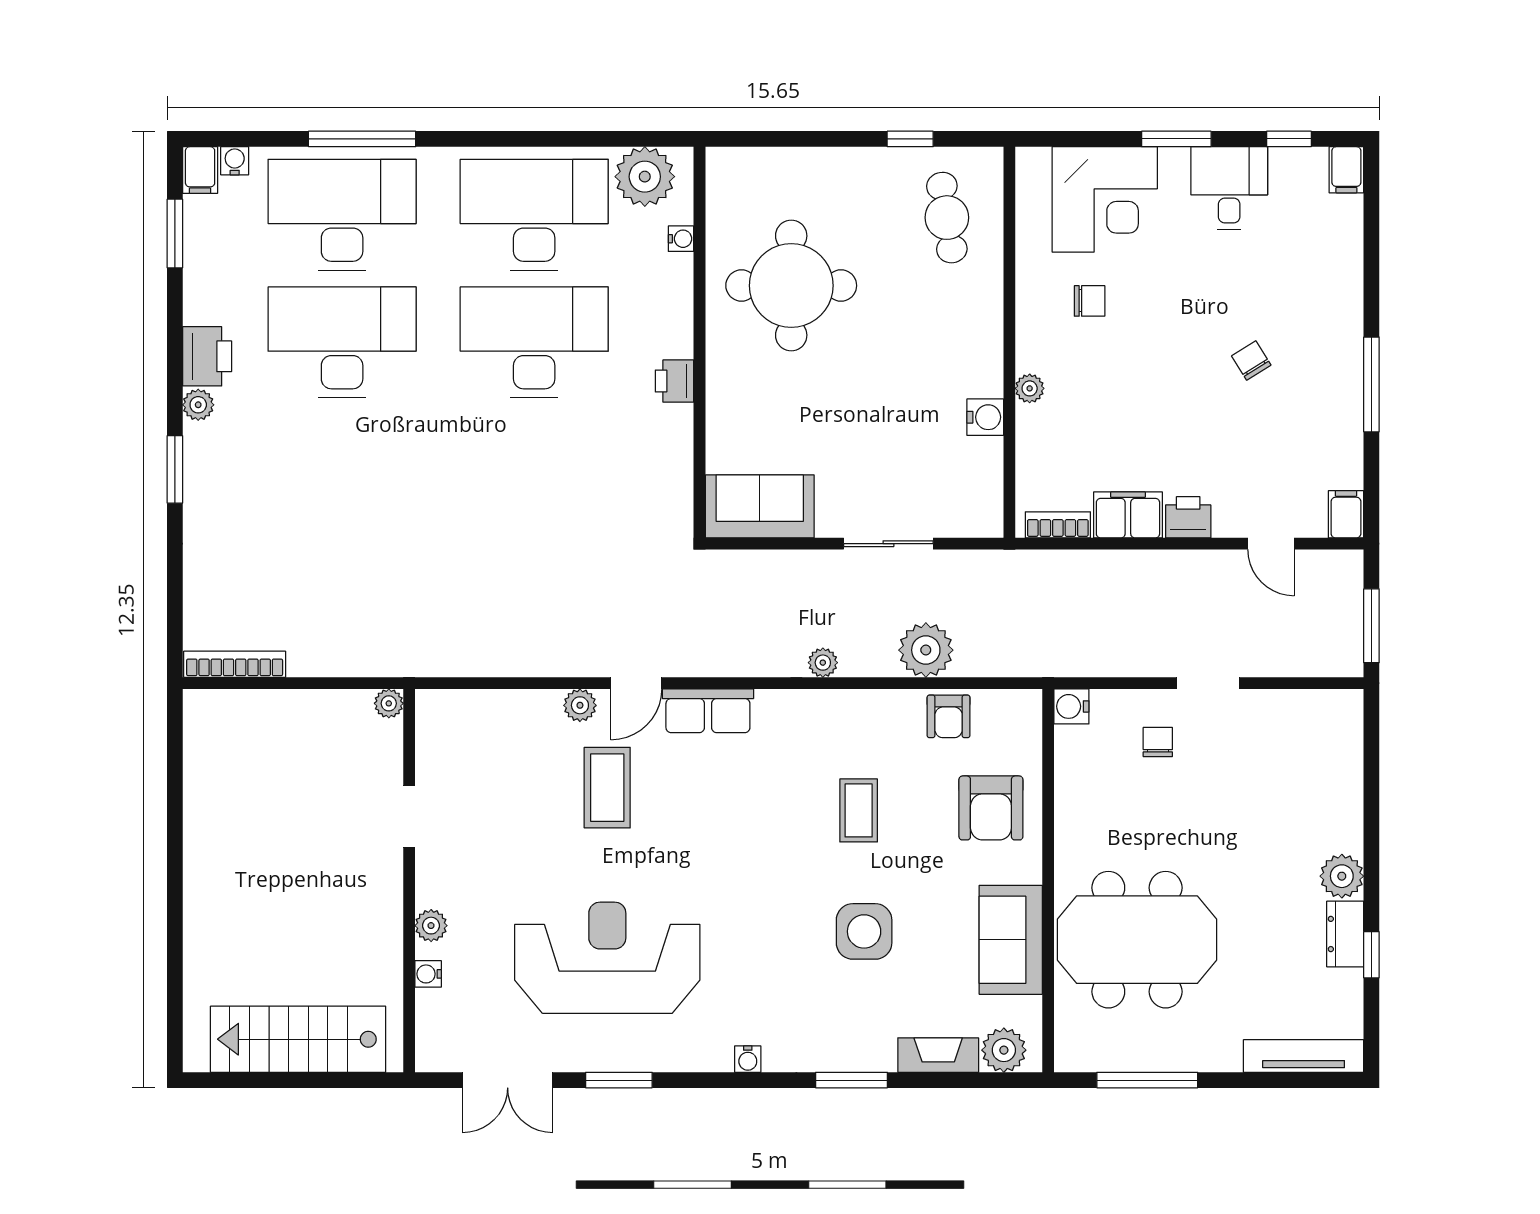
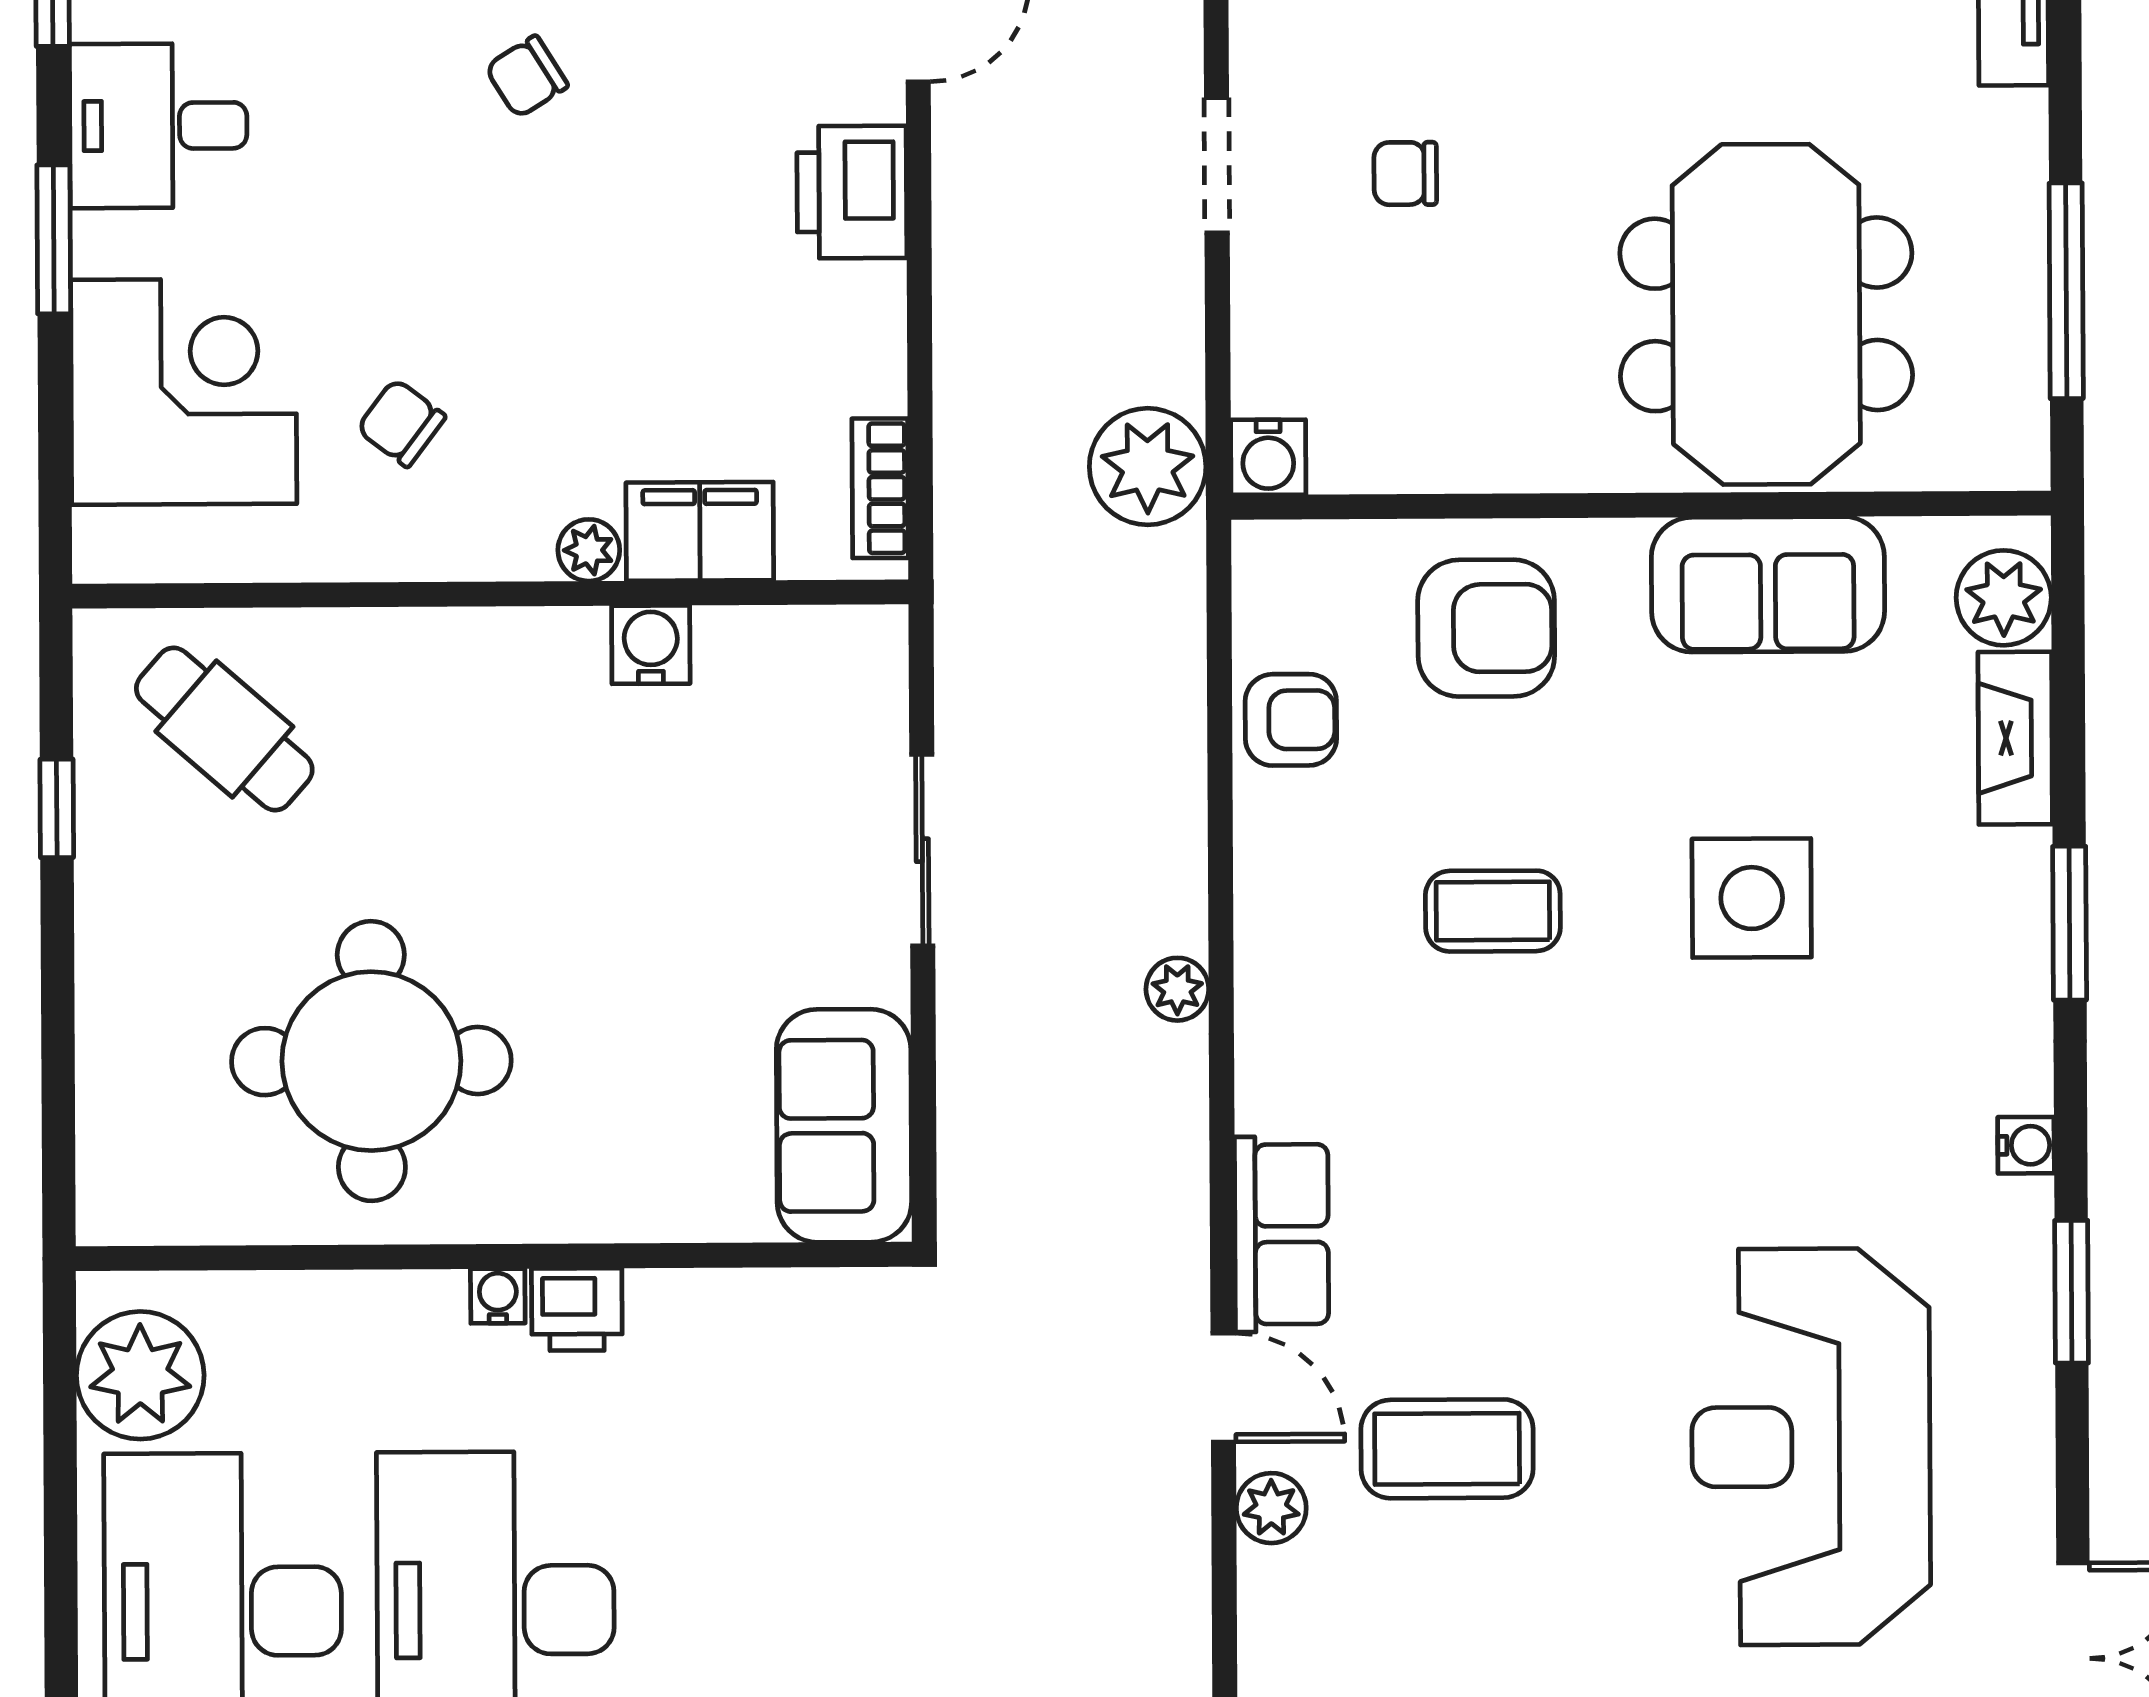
cafe table: (947, 218) -> (224, 729), turned 50
water cooler: (681, 239) -> (498, 1296), moved
chair: (1090, 301) -> (401, 423), turned -53
filing cabinet: (1128, 515) -> (700, 531), moved, turned 90
printer: (1188, 517) -> (852, 192), width x1.36, depth x1.24
plant: (926, 650) -> (1148, 467), moved
chair: (1158, 742) -> (1405, 173), moved
window: (619, 1080) -> (2071, 1292), moved

